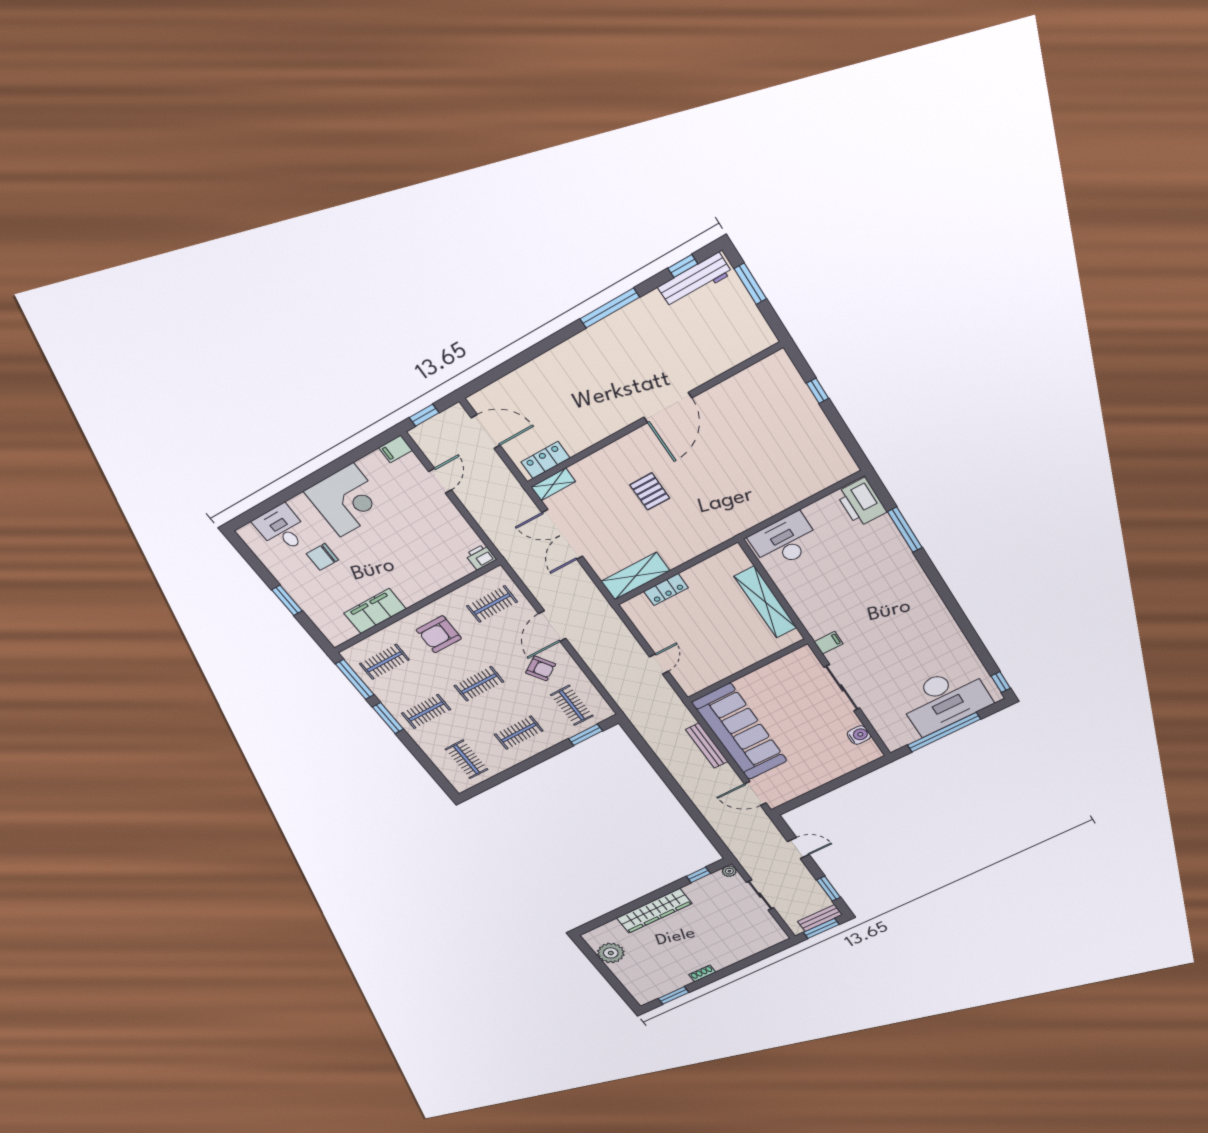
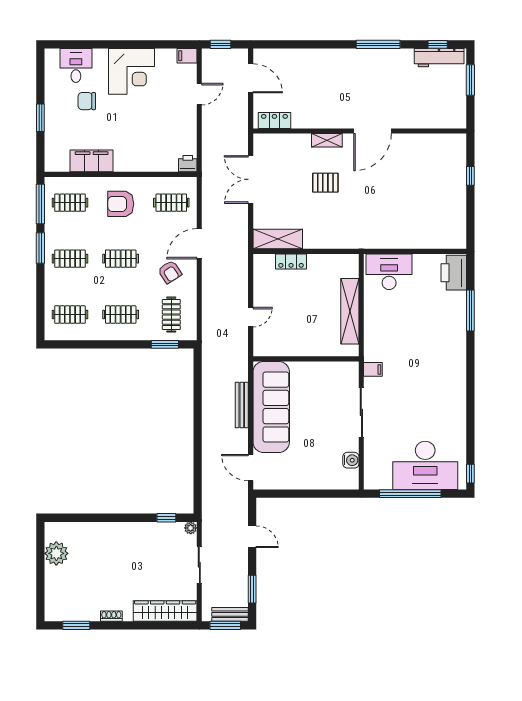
shelving: (553, 484) -> (327, 140), moved
pallet: (650, 491) -> (325, 183), turned 90
clothes rail: (466, 759) -> (70, 315), turned 90
wardrobe: (654, 911) -> (165, 611), moved, turned 180

